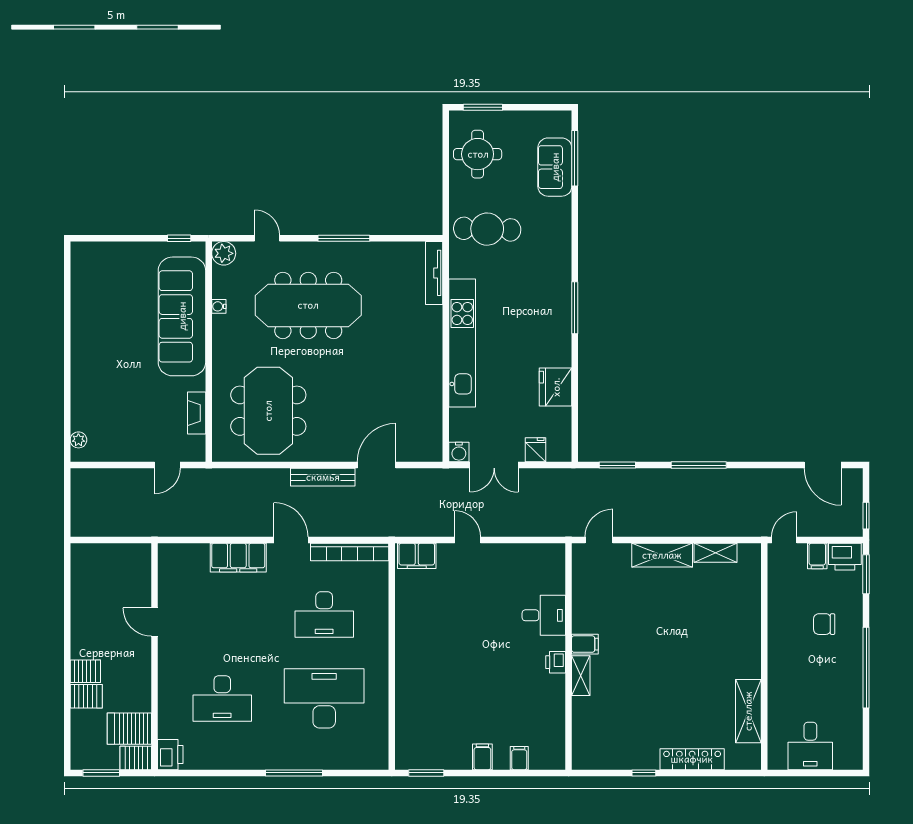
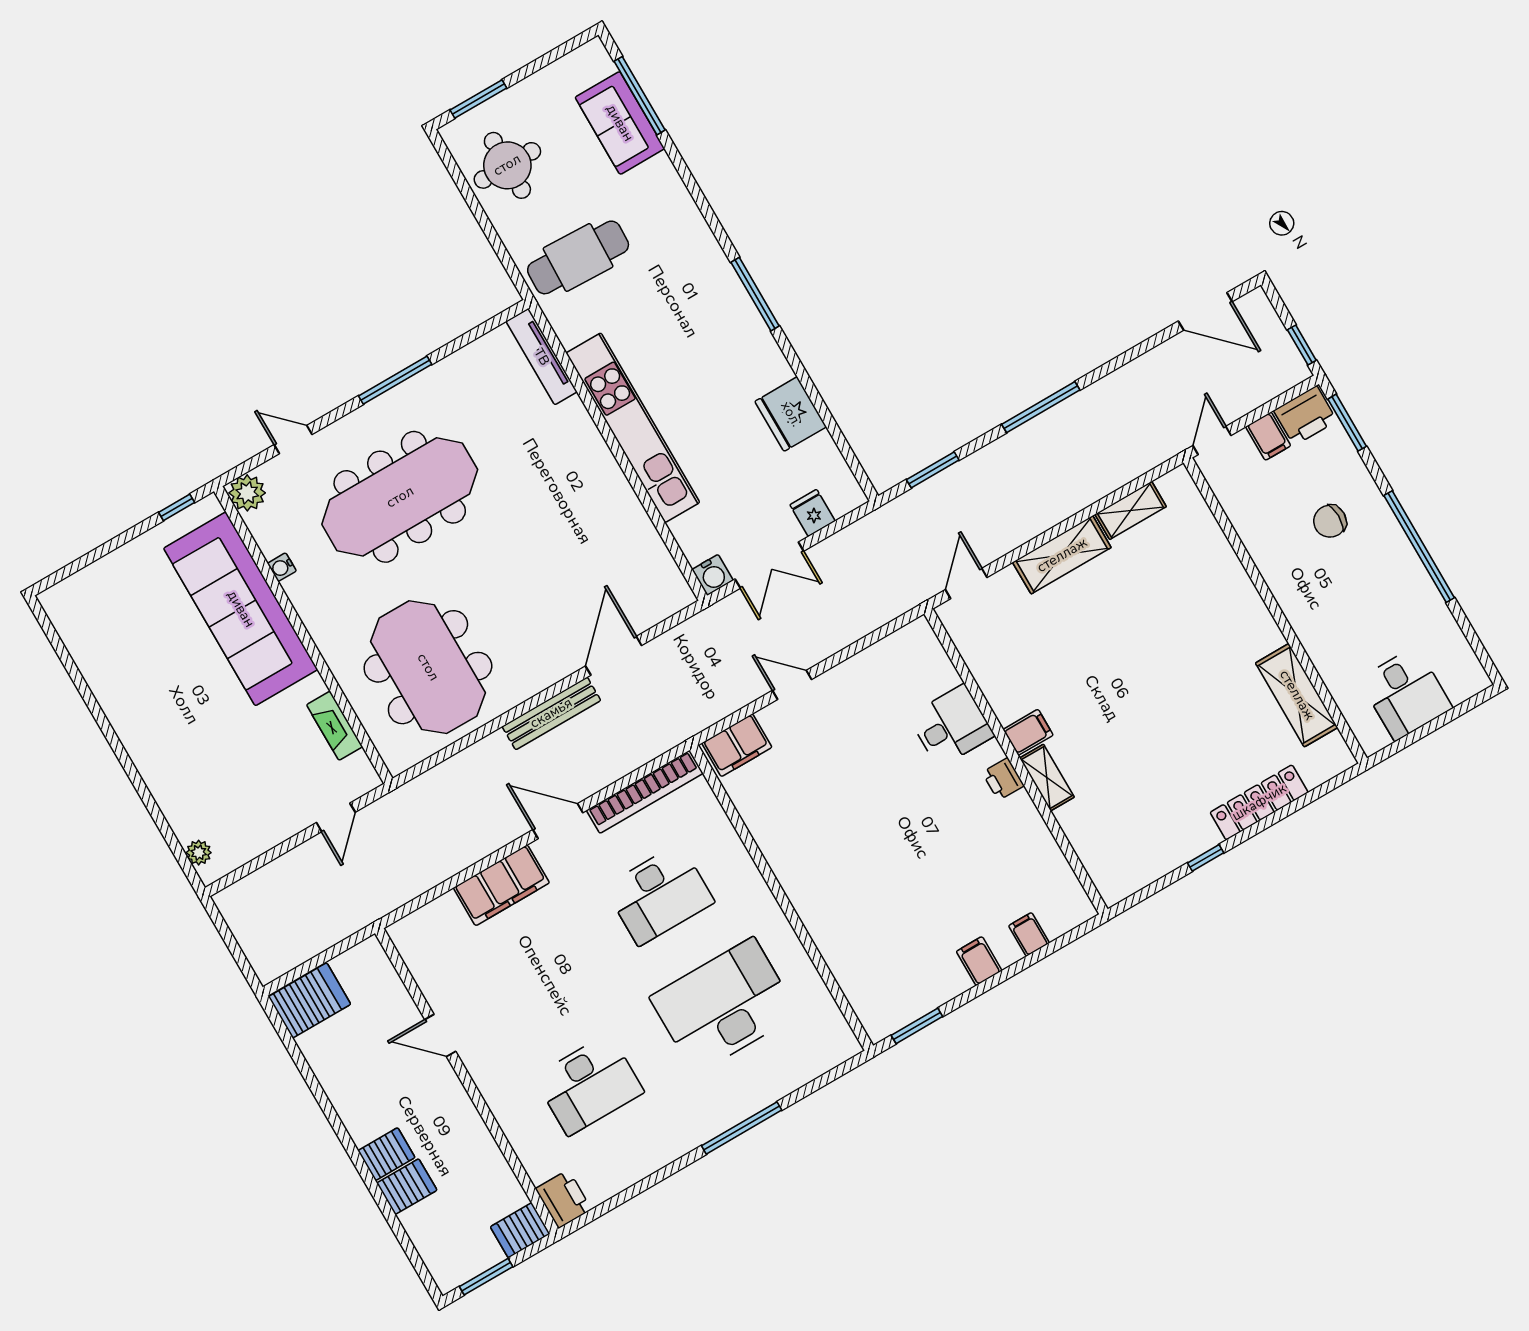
server rack: (129, 729) -> (309, 1000), moved, turned 180

